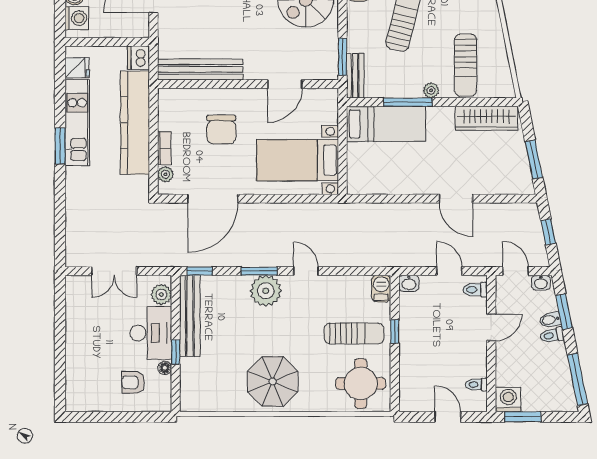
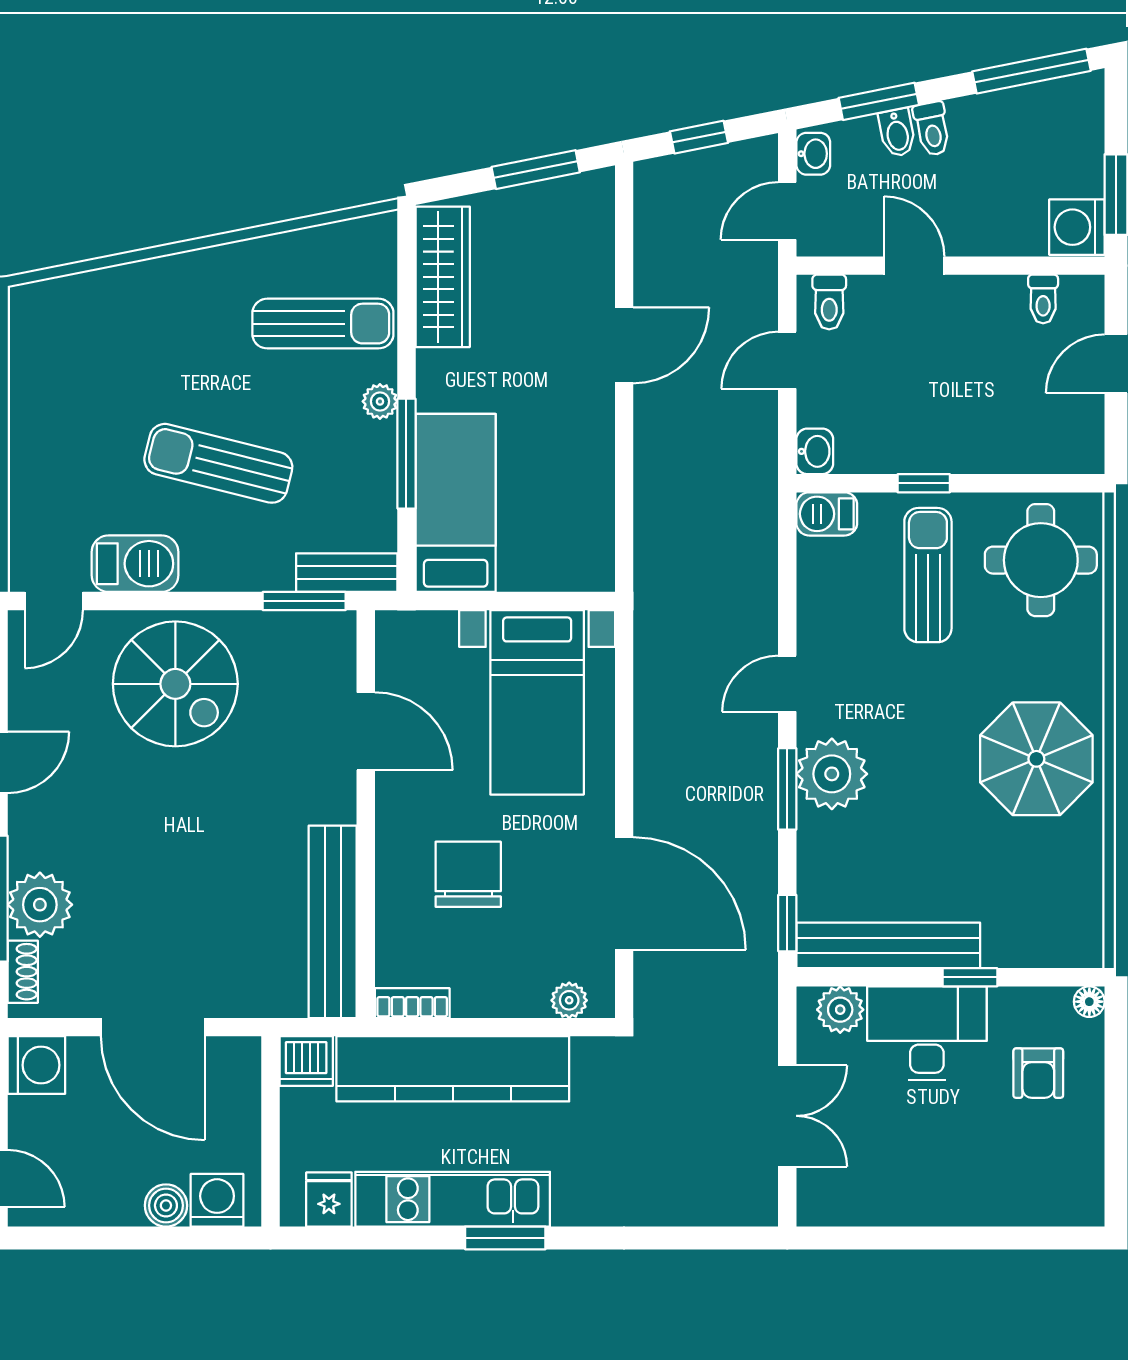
chair: (221, 130) -> (468, 874), turned -90
bookcase: (164, 148) -> (412, 1003), moved
floor lamp: (165, 368) -> (1089, 1002), moved

